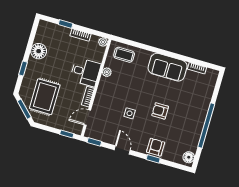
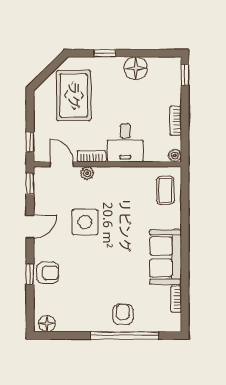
window: (66, 24) -> (185, 75), moved
plant: (107, 72) -> (87, 173), moved
rug: (45, 97) -> (74, 95), turned 90
window: (24, 109) -> (48, 71), removed
armchair: (160, 111) -> (123, 314), moved
side table: (130, 113) -> (85, 222), width x1.87, depth x1.87
window: (206, 126) -> (125, 335), moved

